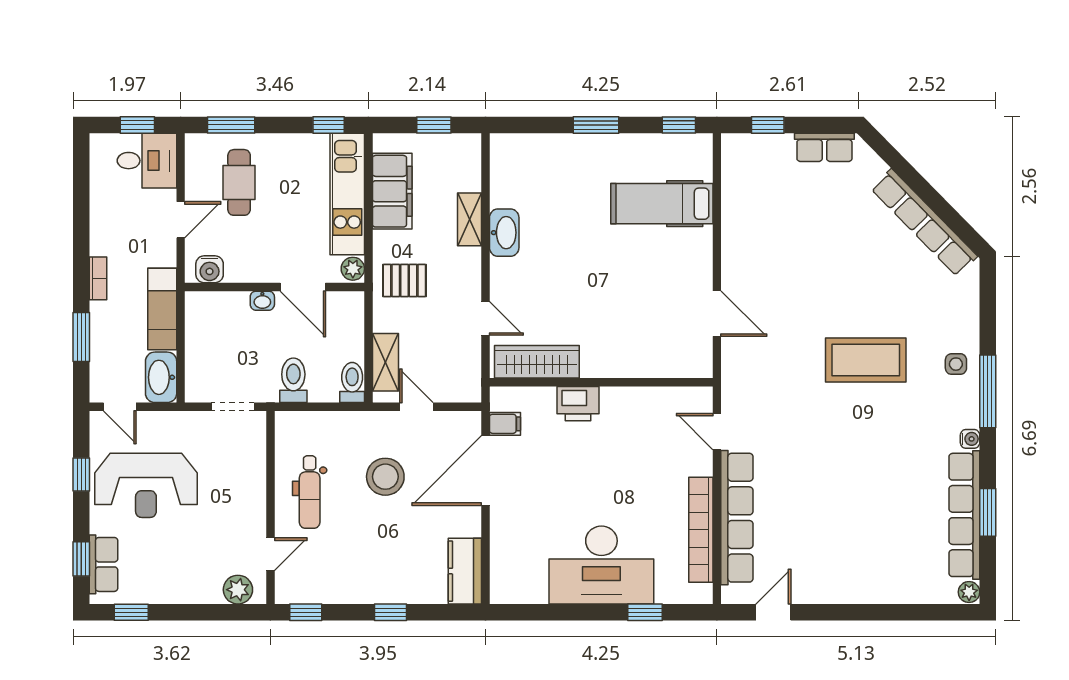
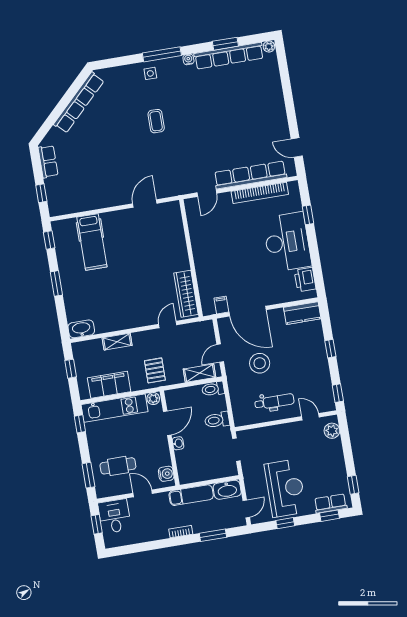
washbasin: (504, 233) -> (81, 329), moved
coffee table: (866, 360) -> (156, 121), width x0.54, depth x0.58
printer: (578, 404) -> (305, 280), moved, turned 180

